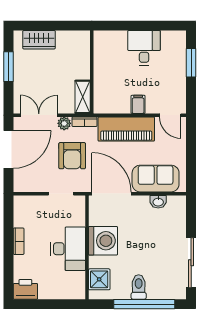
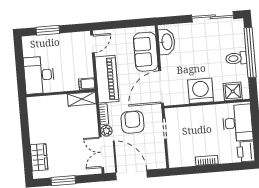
desk: (144, 48) -> (39, 75), width x1.37
wall: (92, 72) -> (61, 93), moved
shelving: (83, 97) -> (82, 99), moved
filing cabinet: (138, 104) -> (87, 84), moved
armchair: (72, 156) -> (133, 122), turned -90
washbasin: (158, 202) -> (167, 42), width x1.91, depth x1.45
desk: (68, 249) -> (238, 123), moved, turned 90

